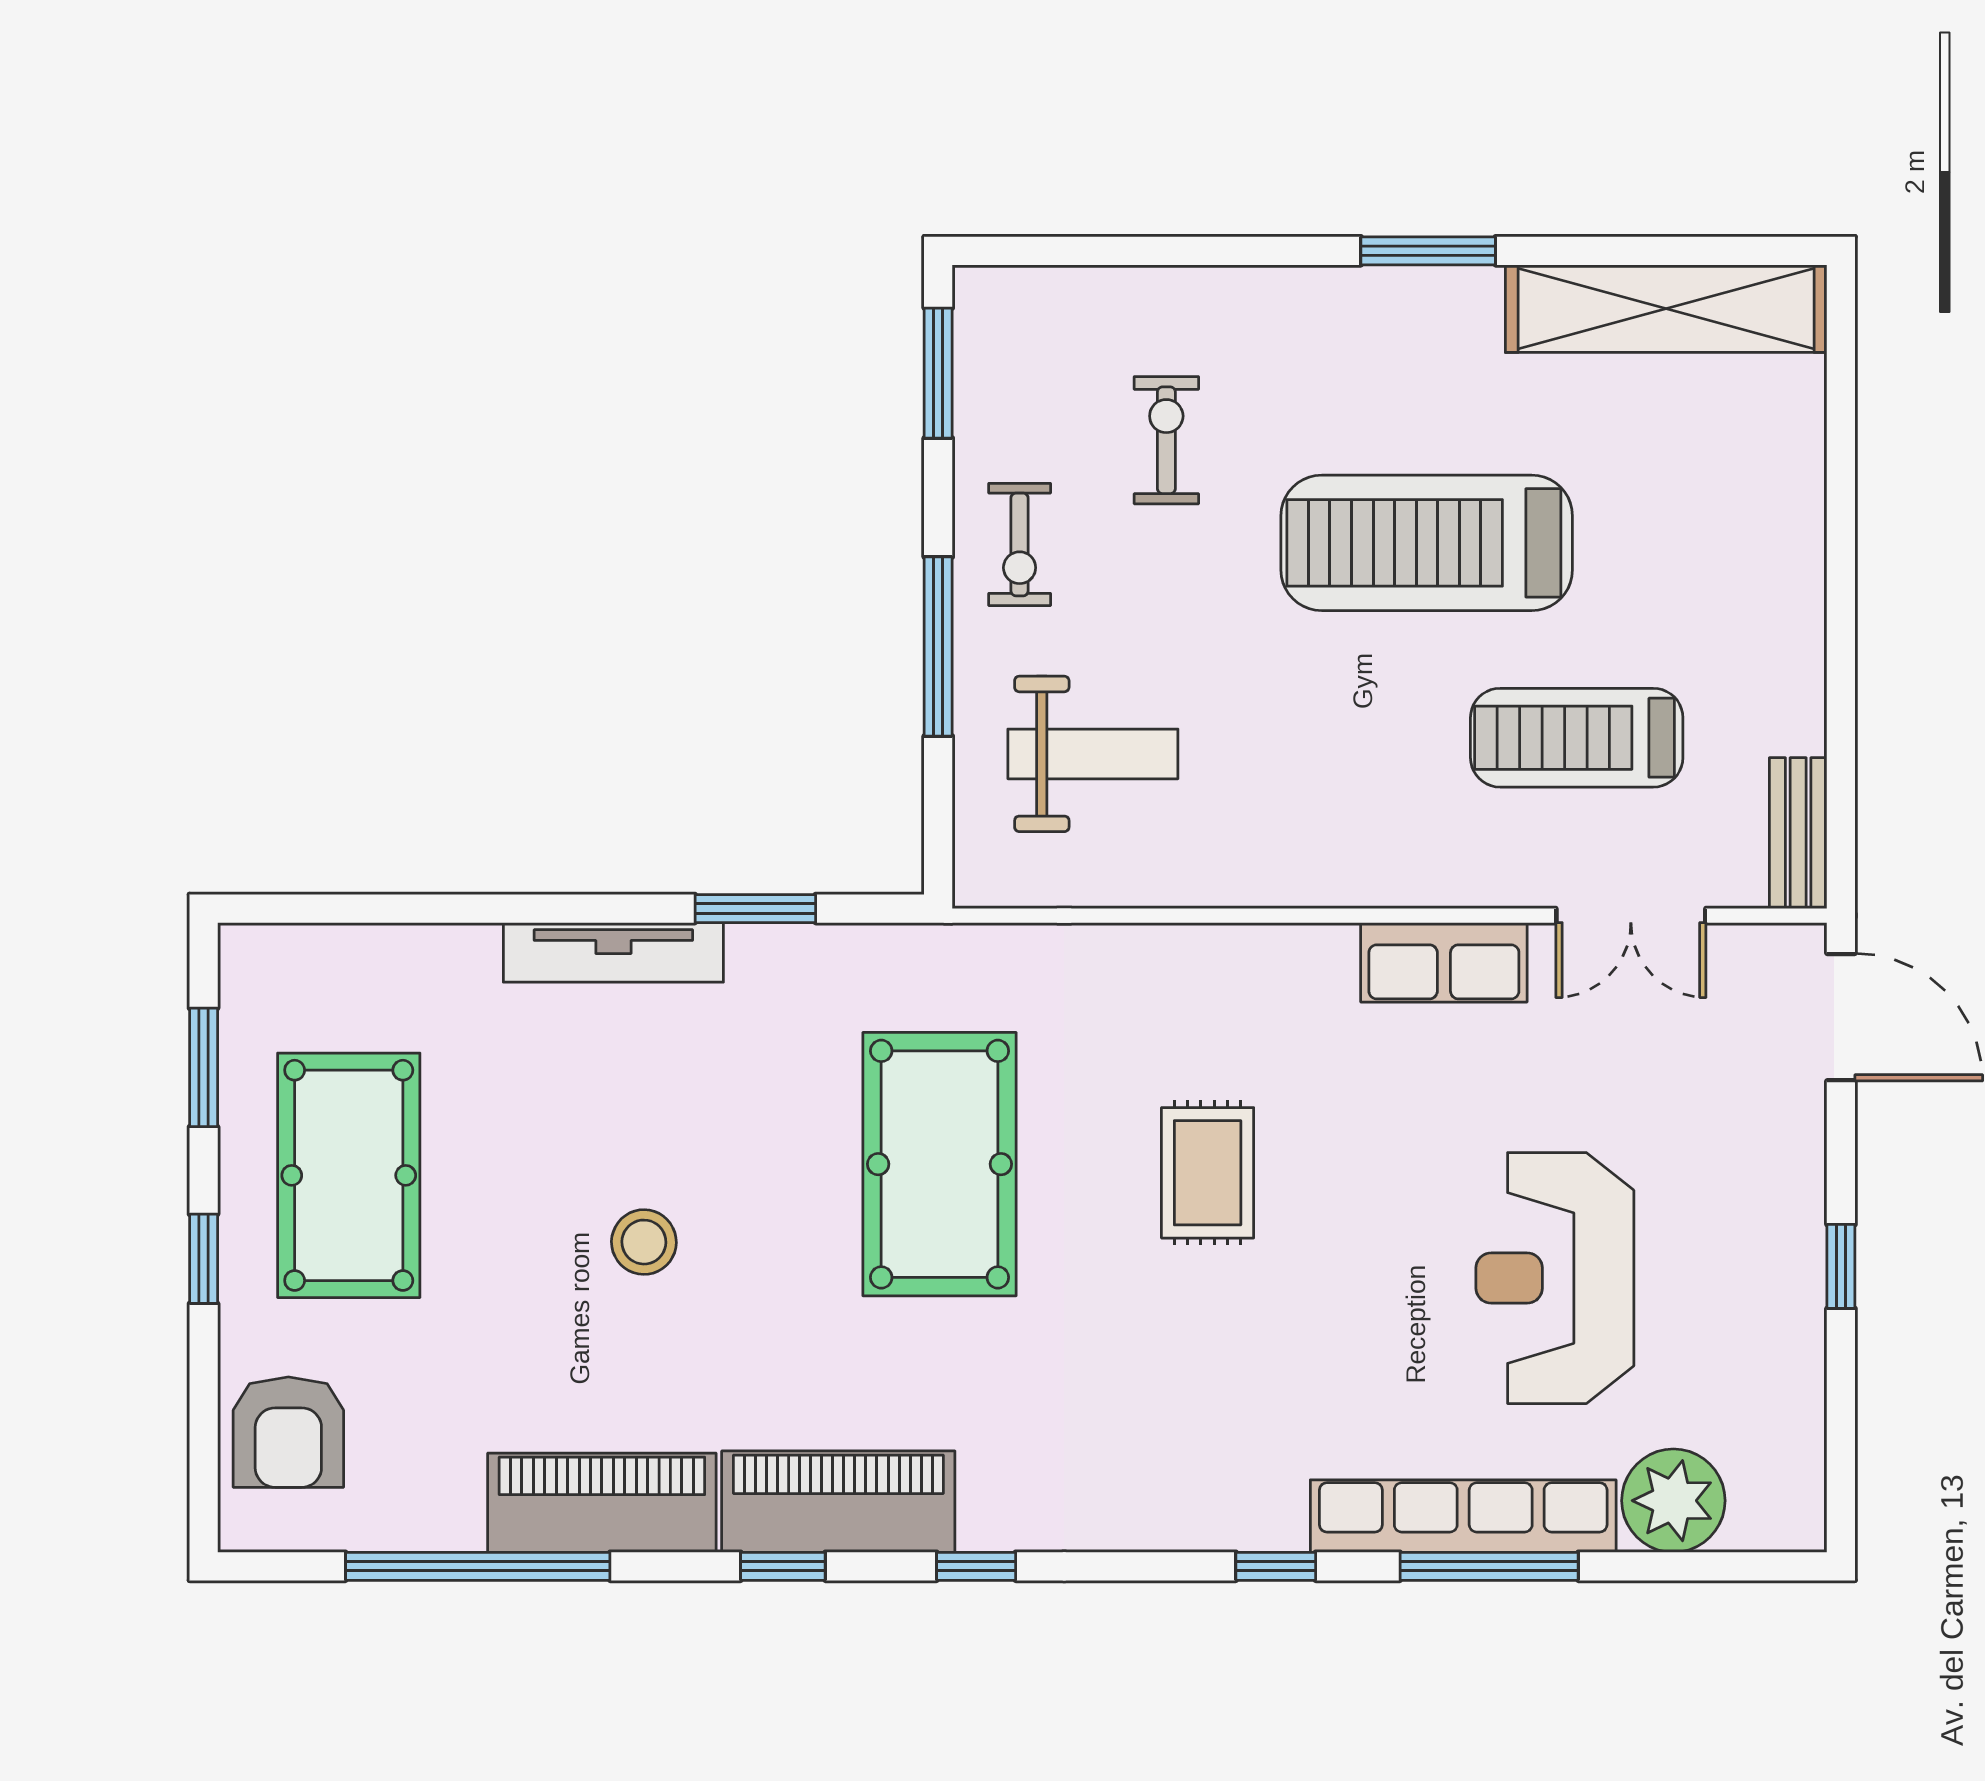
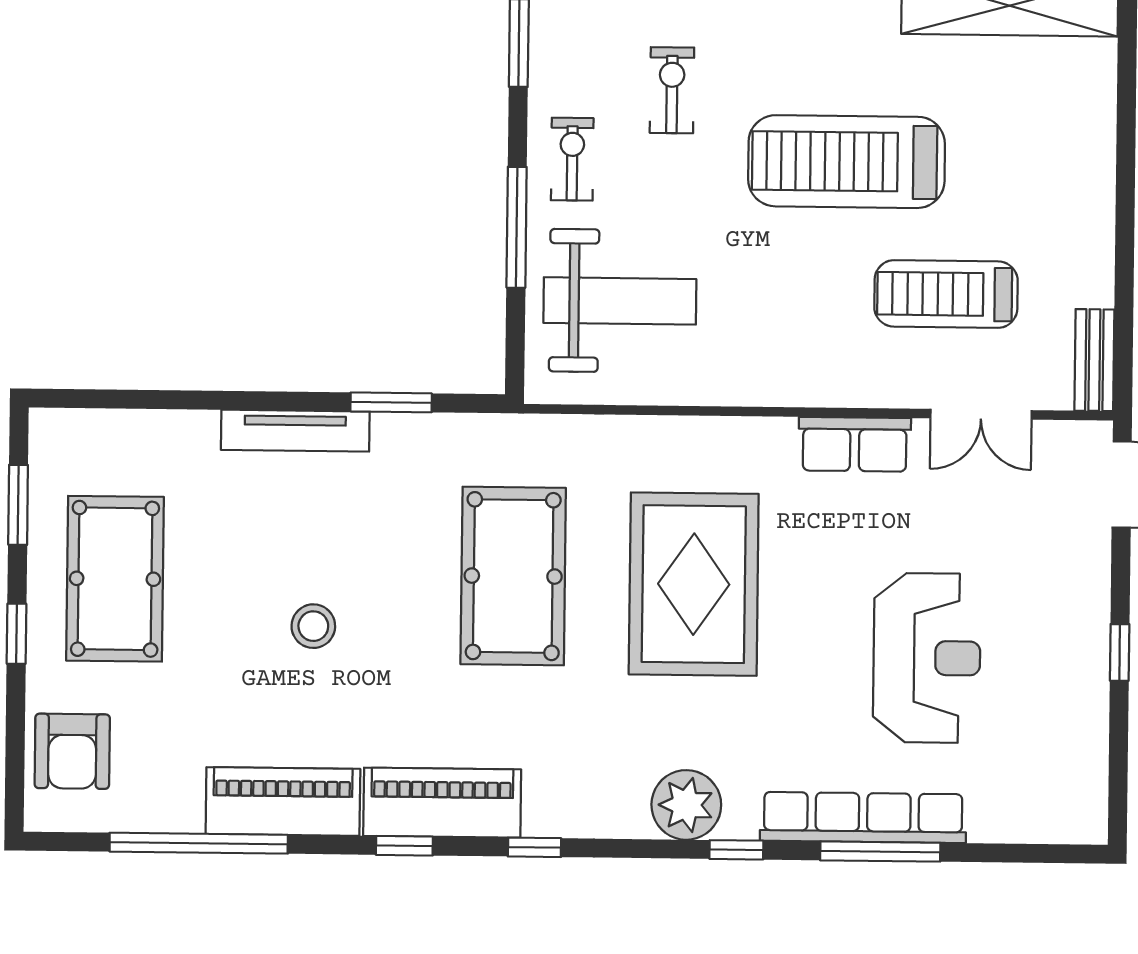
exercise bike: (1020, 544) -> (572, 159), turned 180
weight bench: (1093, 754) -> (620, 301), width x1.36, depth x1.33
rug: (1208, 1173) -> (694, 584), width x1.86, depth x2.06
reception desk: (1555, 1278) -> (927, 658), turned 180
plant: (1673, 1501) -> (686, 805), moved

